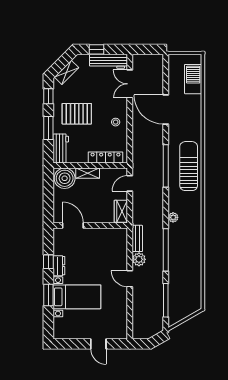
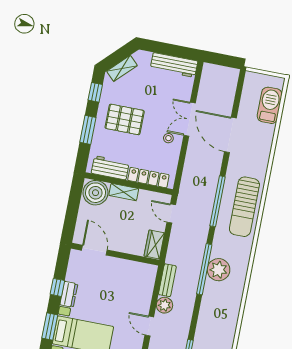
window: (97, 49) -> (163, 48), removed
double door: (130, 84) -> (190, 119), moved
workbench: (61, 148) -> (110, 168), moved, turned -90
sun lounger: (189, 166) -> (244, 207), turned 180
door: (130, 183) -> (171, 214), hinge flipped
plant: (173, 217) -> (219, 270), width x1.88, depth x1.88
window: (166, 250) -> (204, 269), moved

